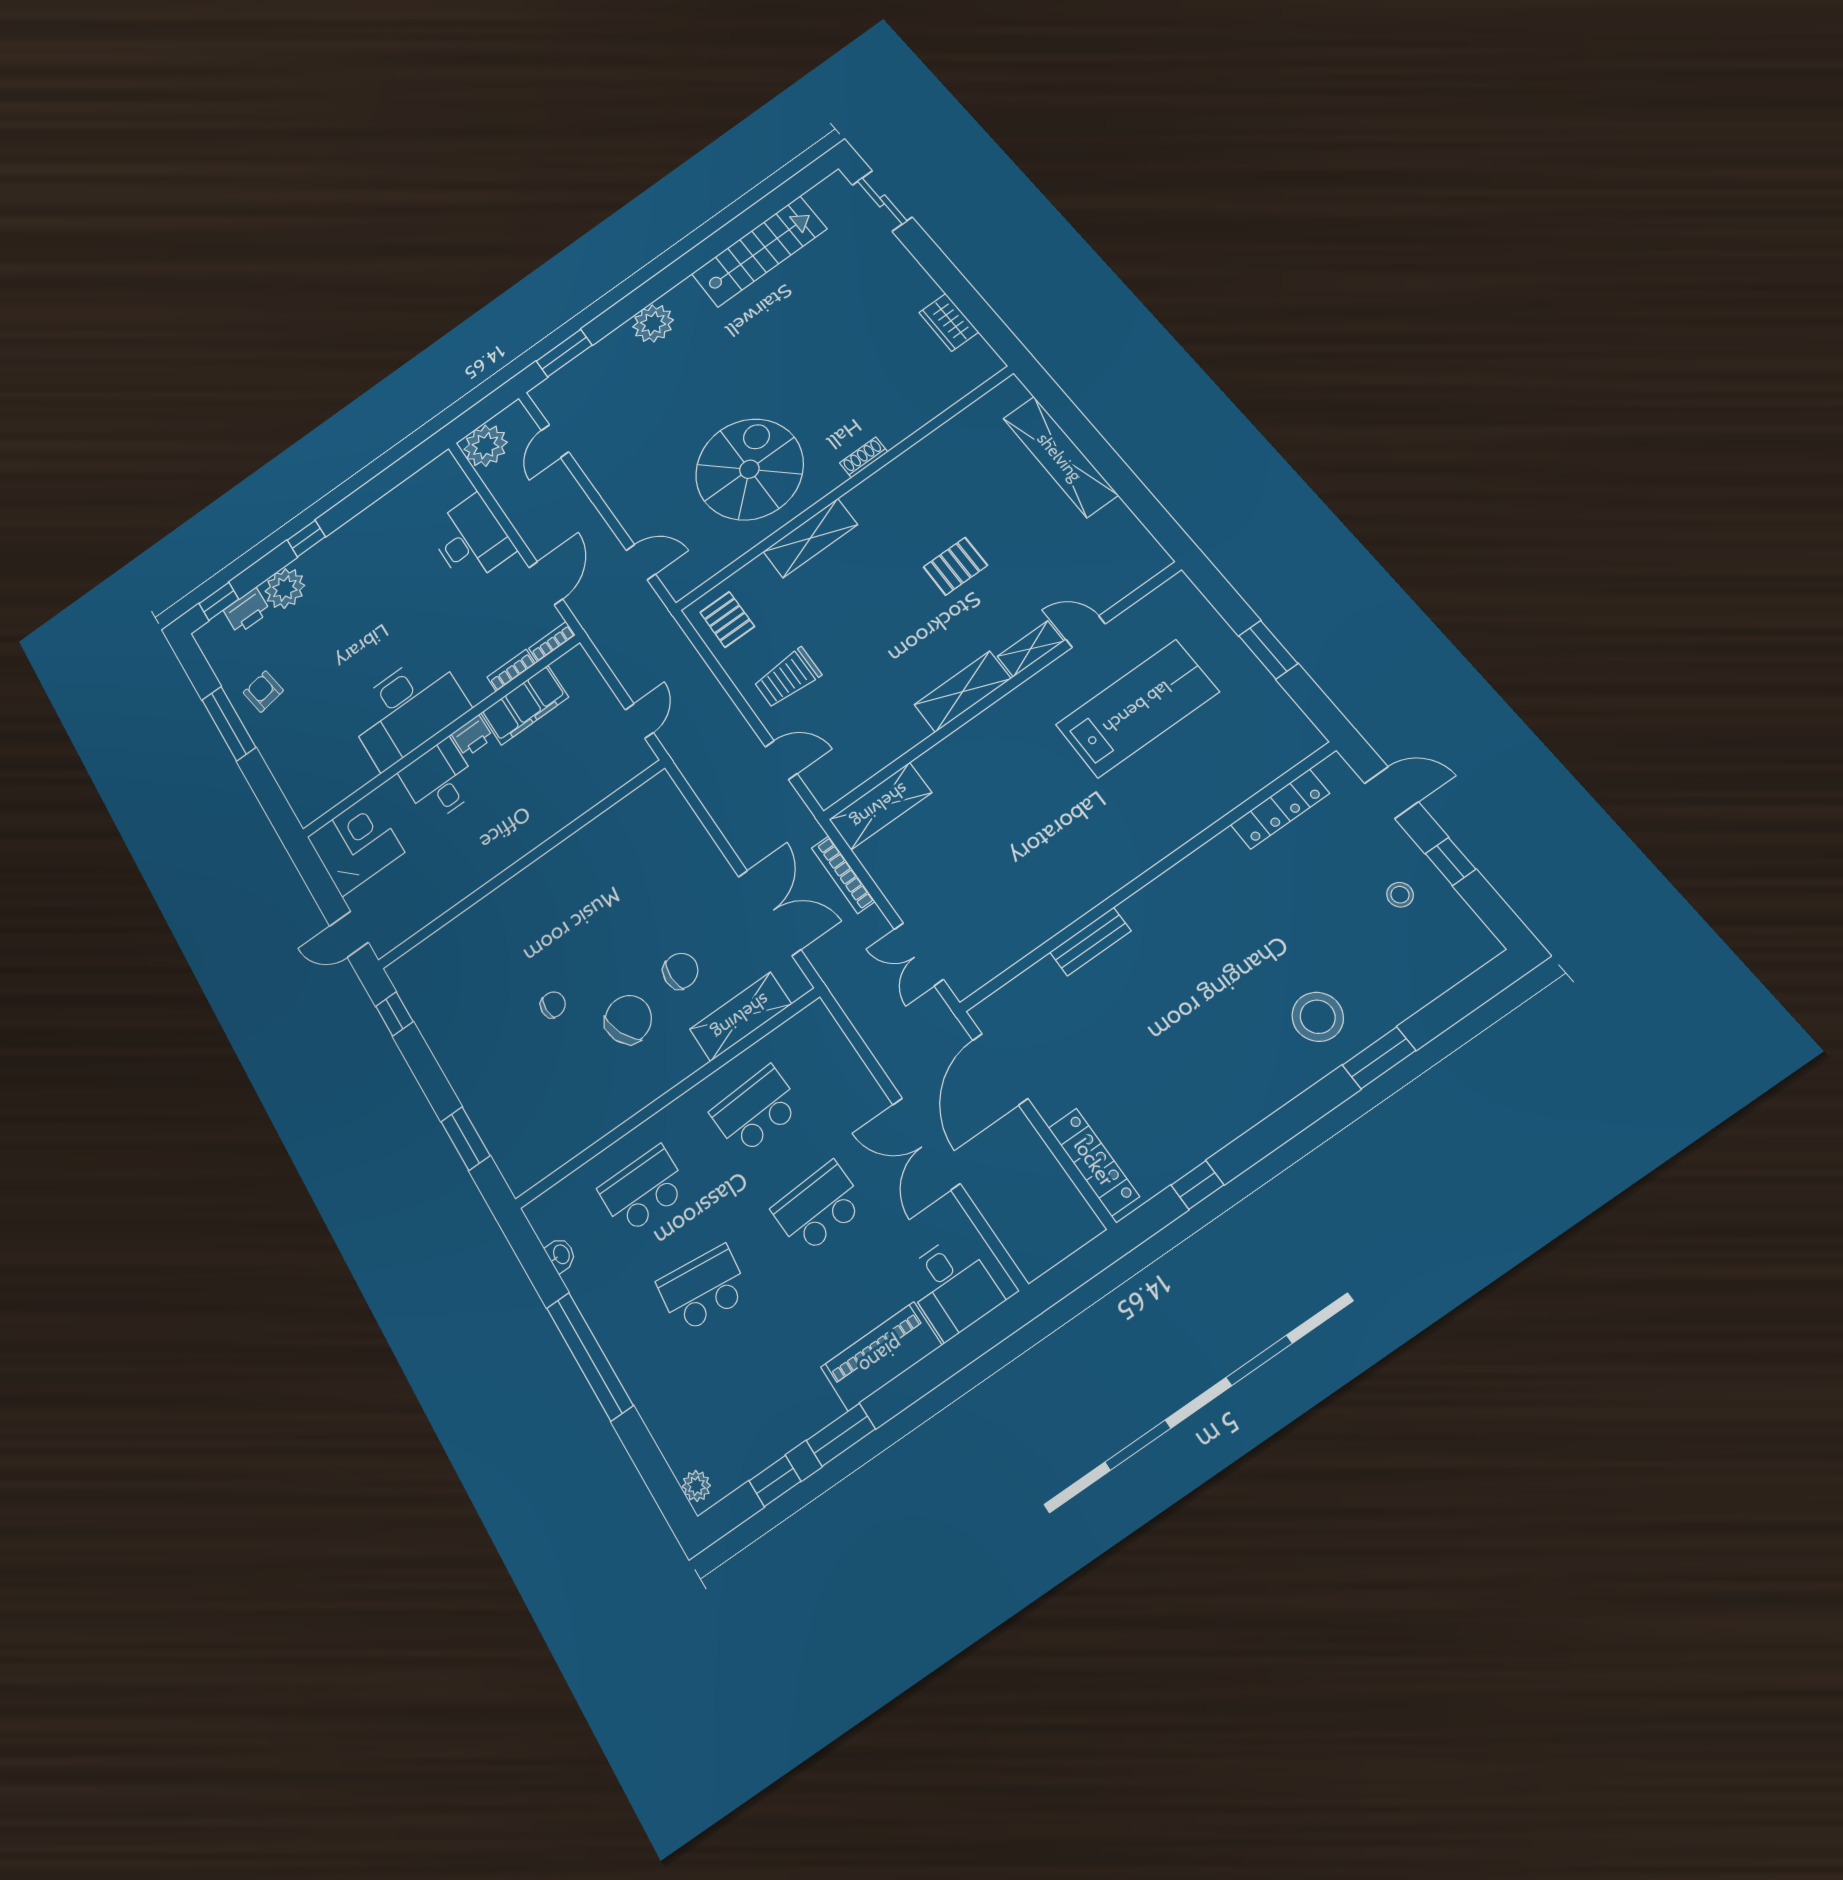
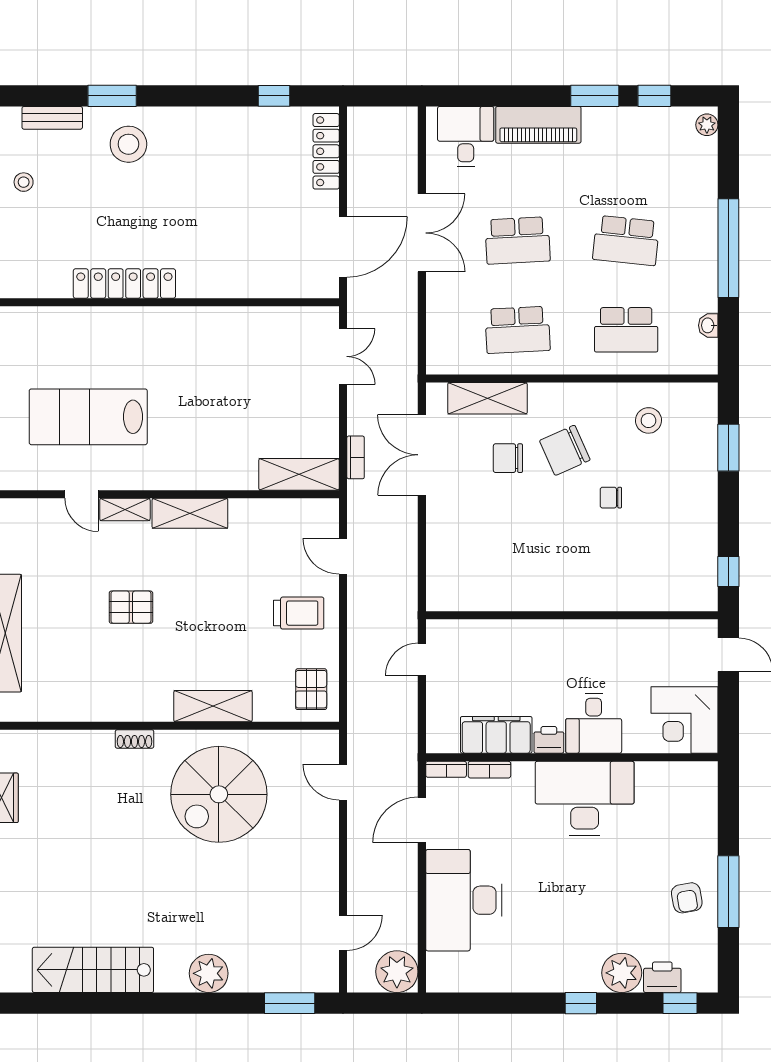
desk: (471, 540) -> (464, 900), width x1.36, depth x1.30
locker: (1280, 809) -> (124, 284), moved, width x1.41, depth x1.21
bookcase: (843, 875) -> (356, 457), width x0.64
bench: (1090, 942) -> (52, 118), moved
stool: (562, 1110) -> (648, 420), added

